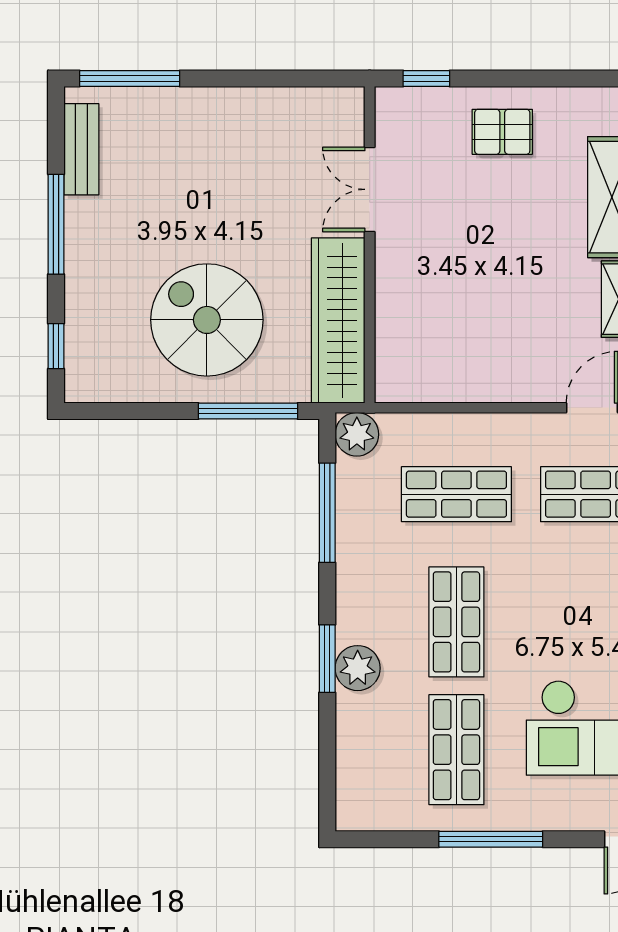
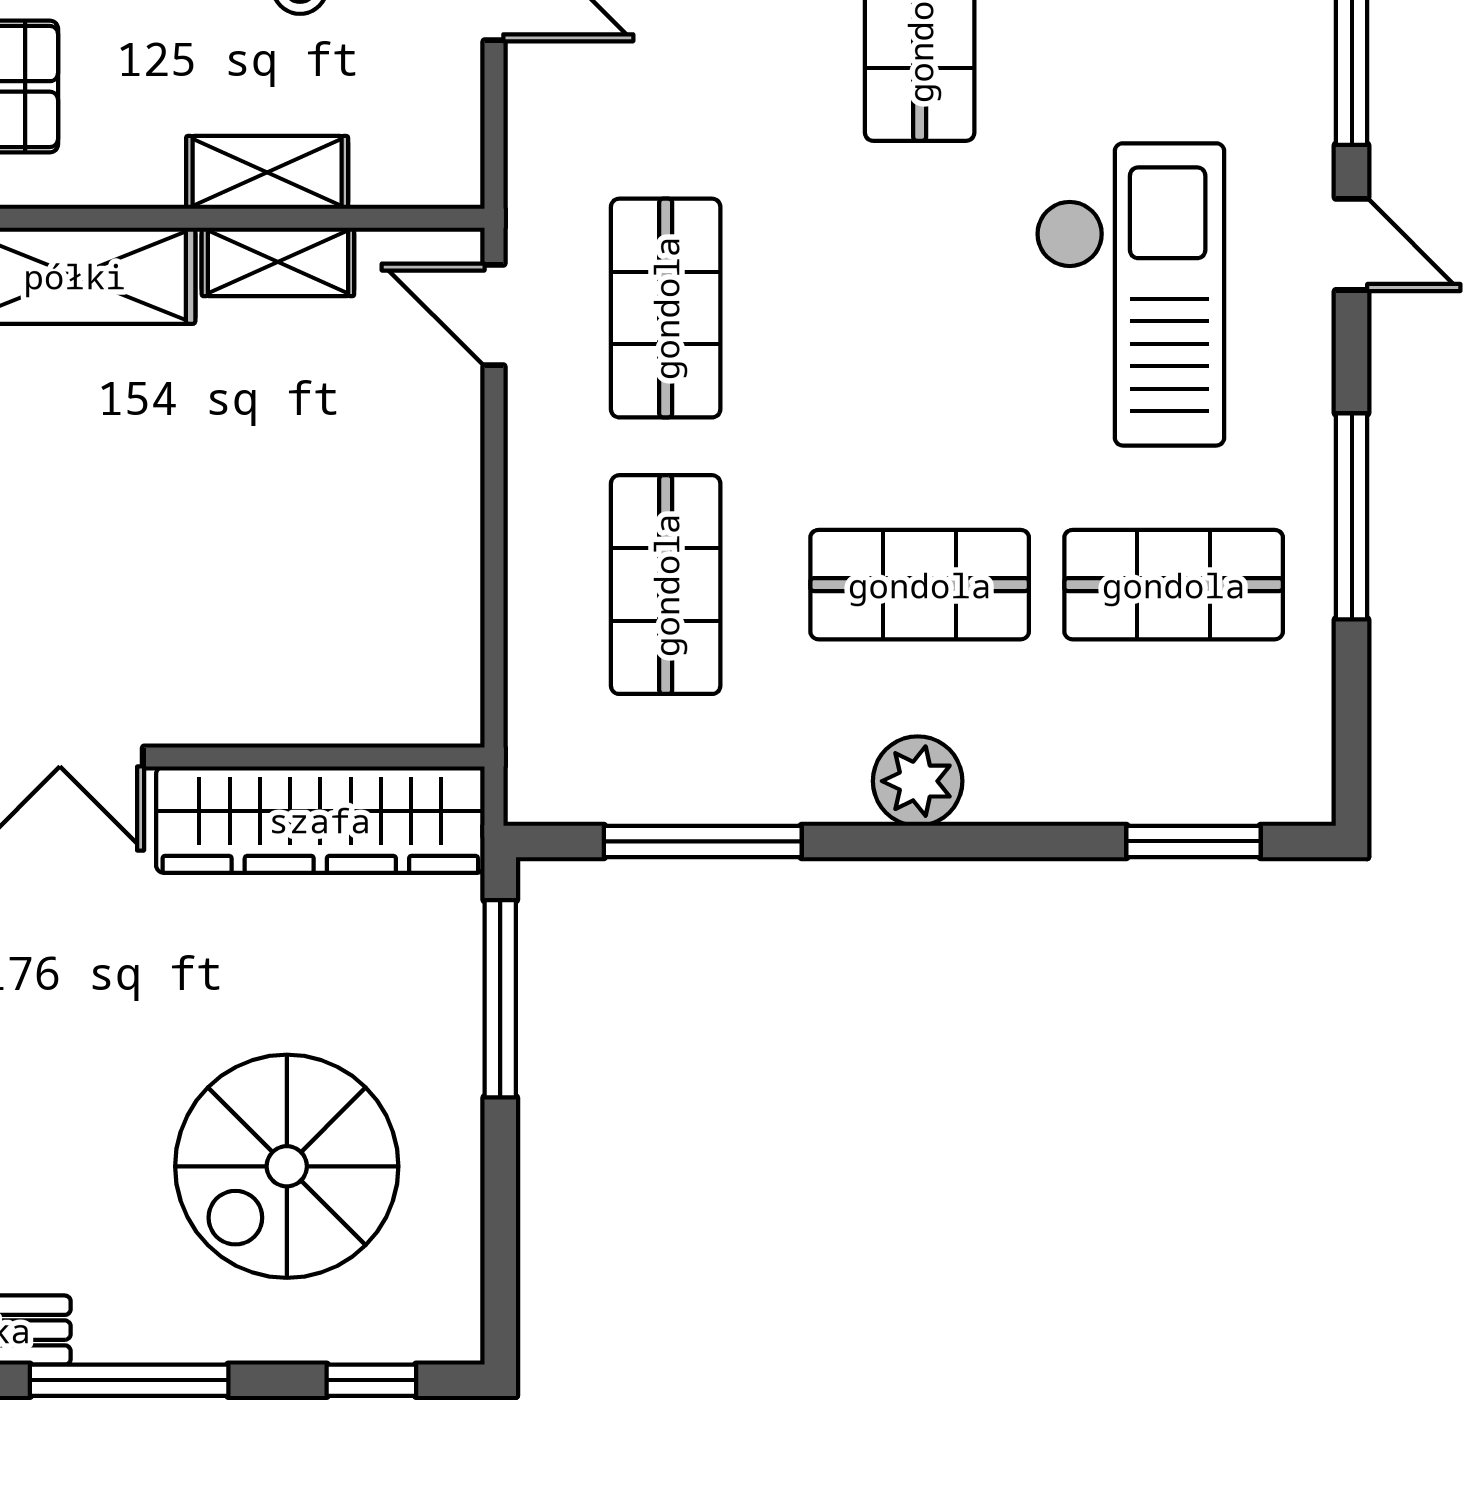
spiral stairs: (207, 320) -> (287, 1166), moved
plant: (357, 434) -> (547, 783), removed
window: (327, 659) -> (1194, 841), moved
plant: (358, 668) -> (918, 781), moved

